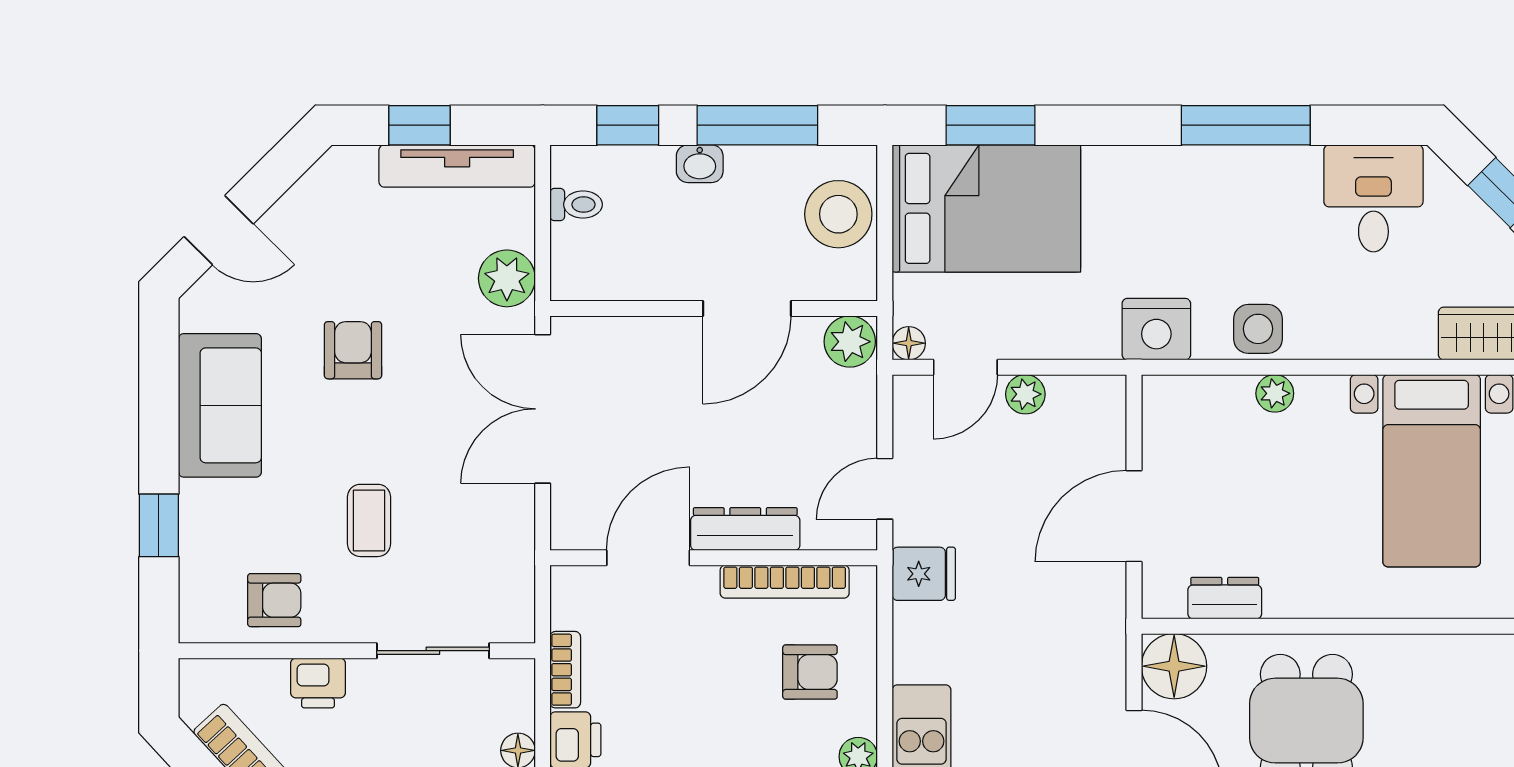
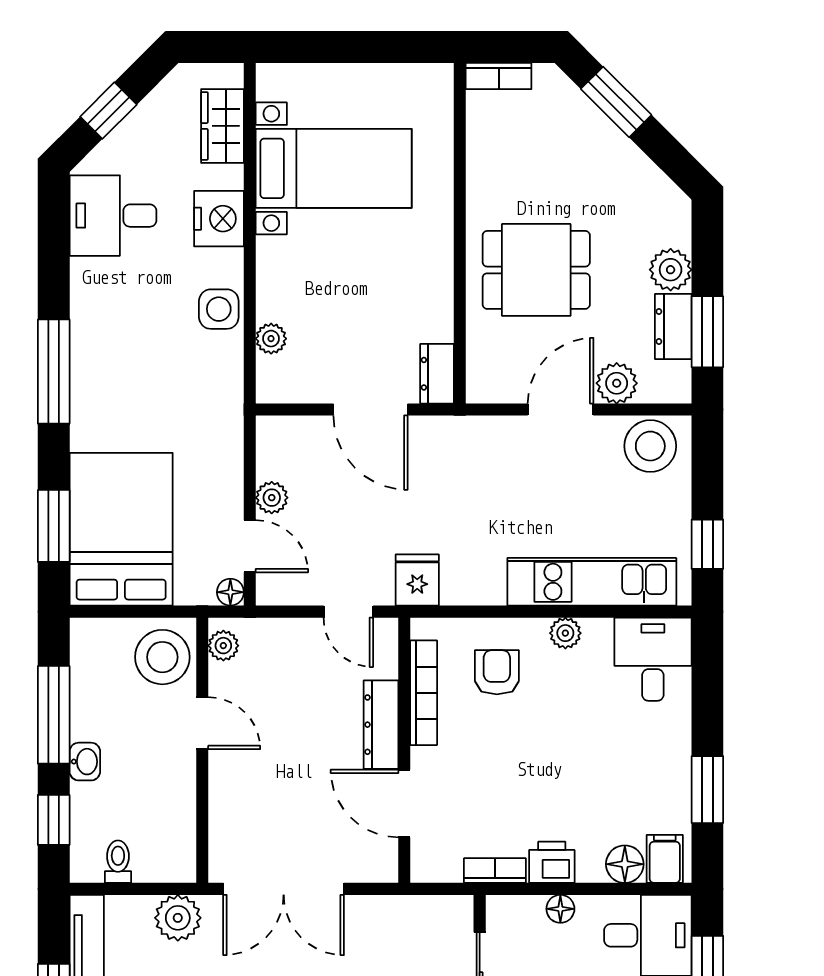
window: (1246, 125) -> (54, 372), moved
stool: (838, 214) -> (162, 657), moved
door: (747, 309) -> (202, 723), width x0.73
nightstand: (1156, 329) -> (219, 219), moved
plant: (850, 342) -> (223, 646), width x0.73, depth x0.73
plant: (1275, 393) -> (271, 339), moved
dresser: (1225, 598) -> (437, 374), moved
floor lamp: (1174, 666) -> (492, 377), removed

